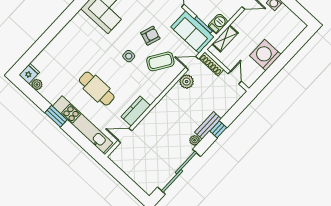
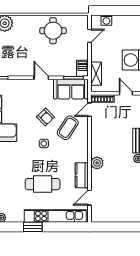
armchair: (150, 36) -> (46, 117), turned 117
plant: (187, 82) -> (97, 163), moved

